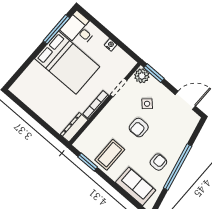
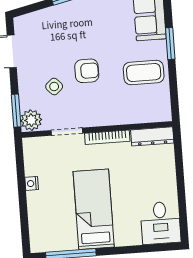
desk: (79, 29) -> (160, 223), moved
bed: (67, 63) -> (94, 209), width x0.67
window: (88, 162) -> (170, 44), moved
armchair: (158, 162) -> (102, 16), removed

